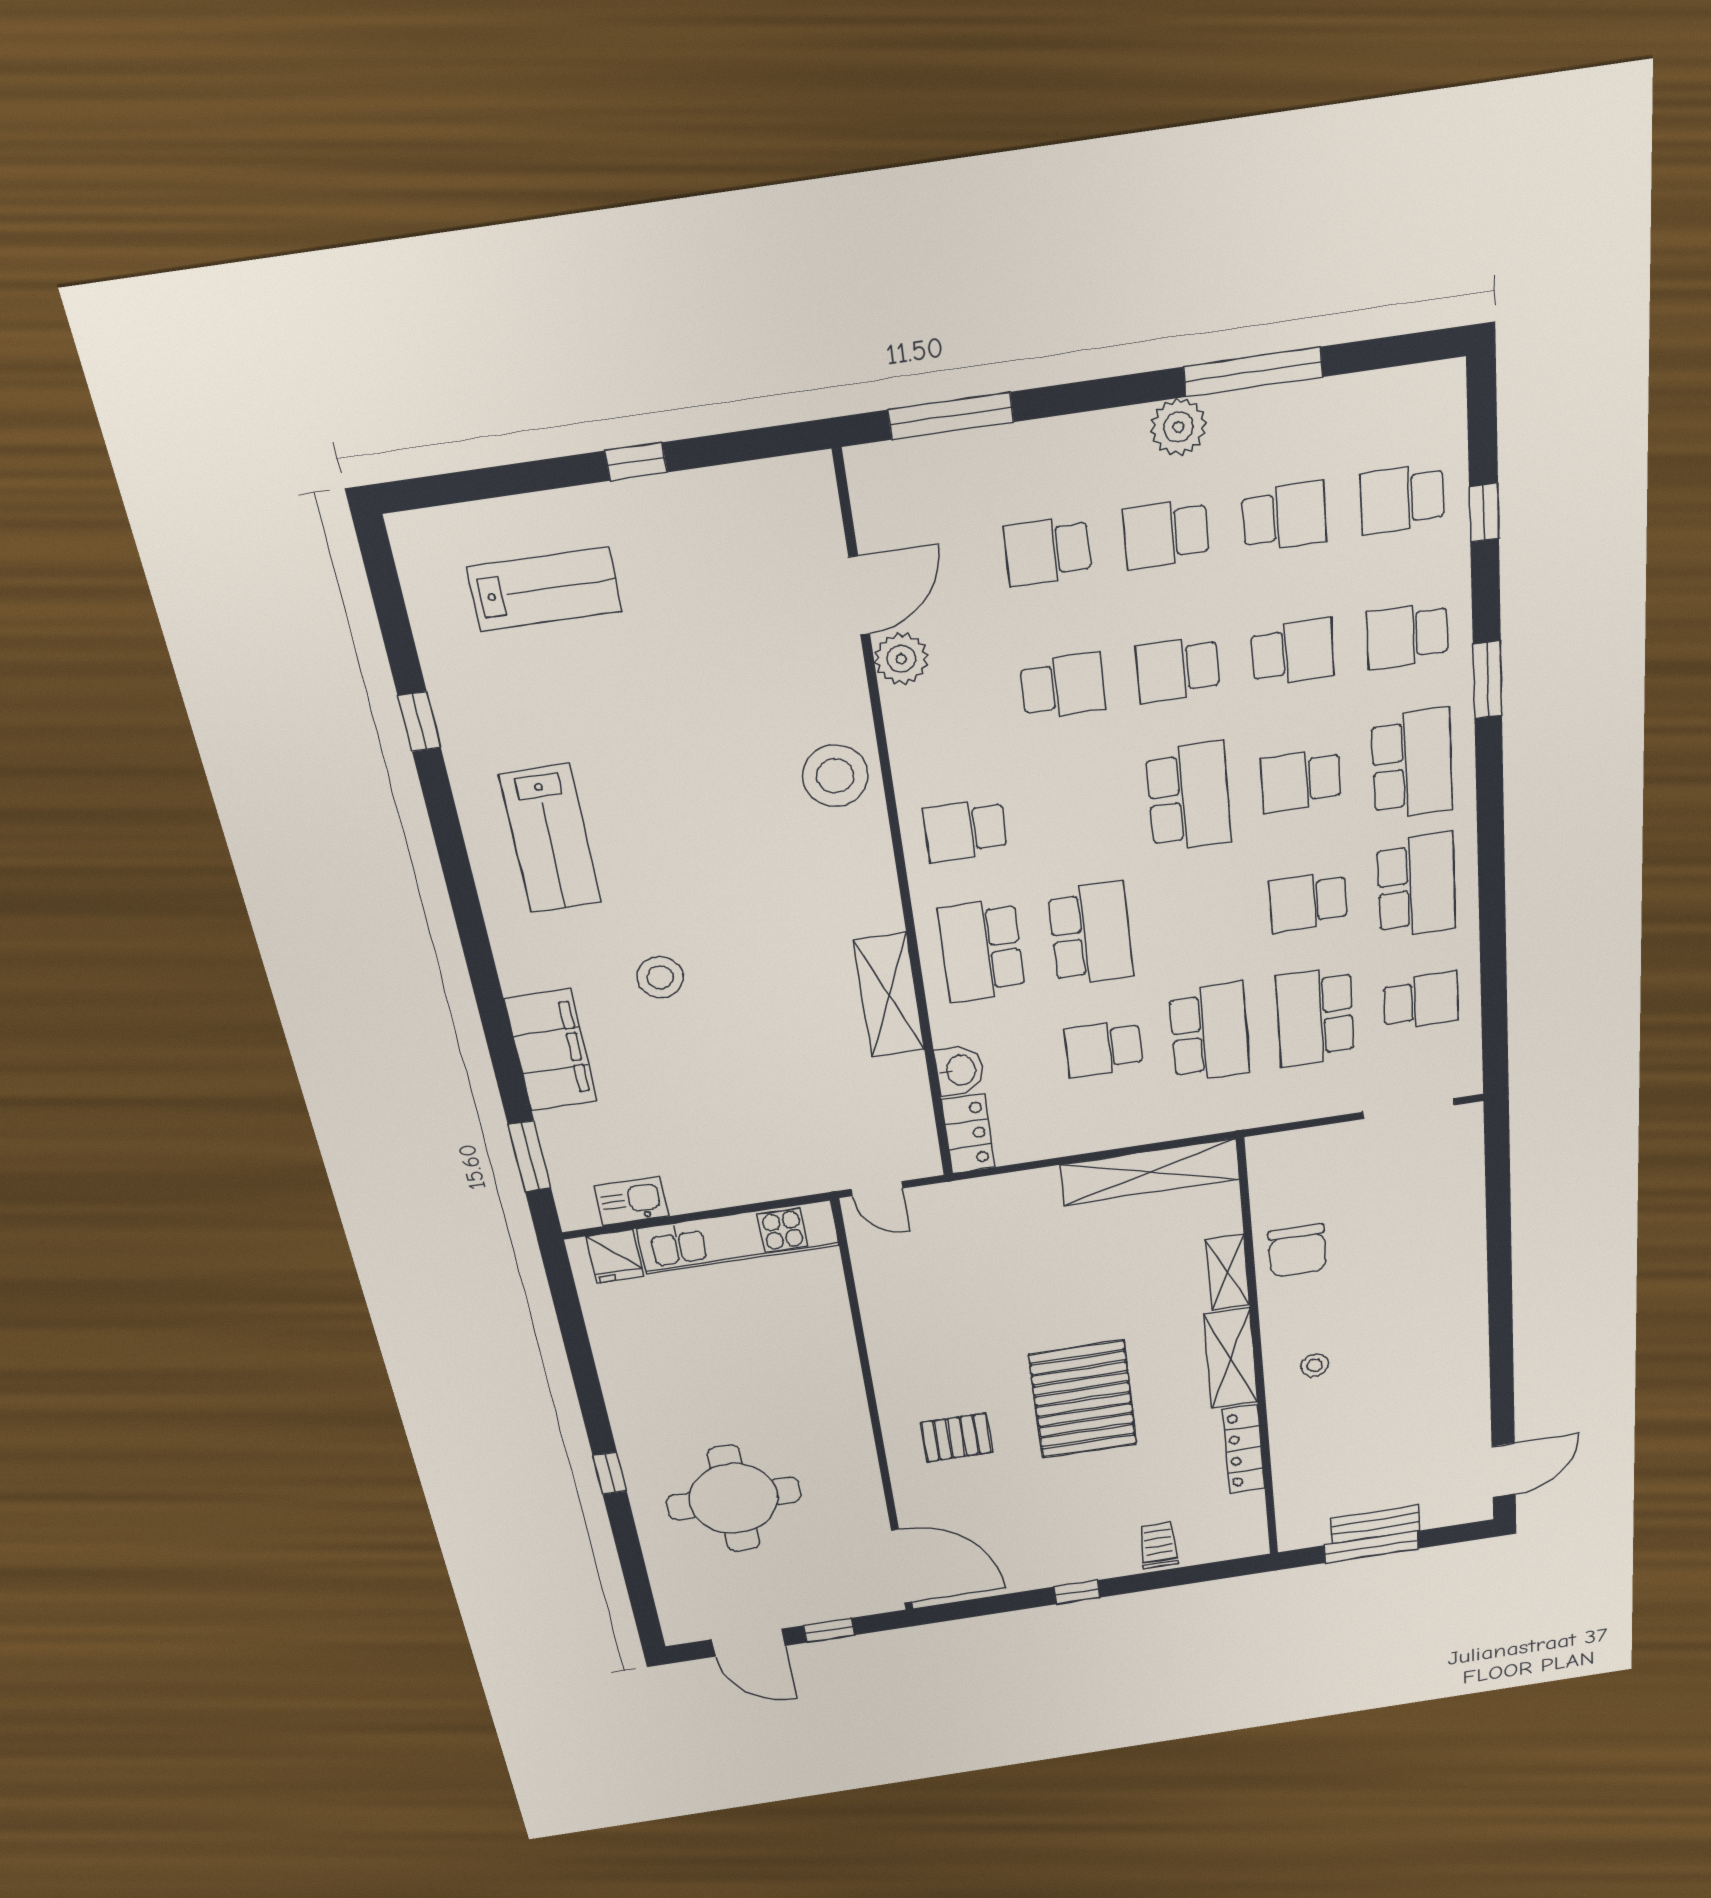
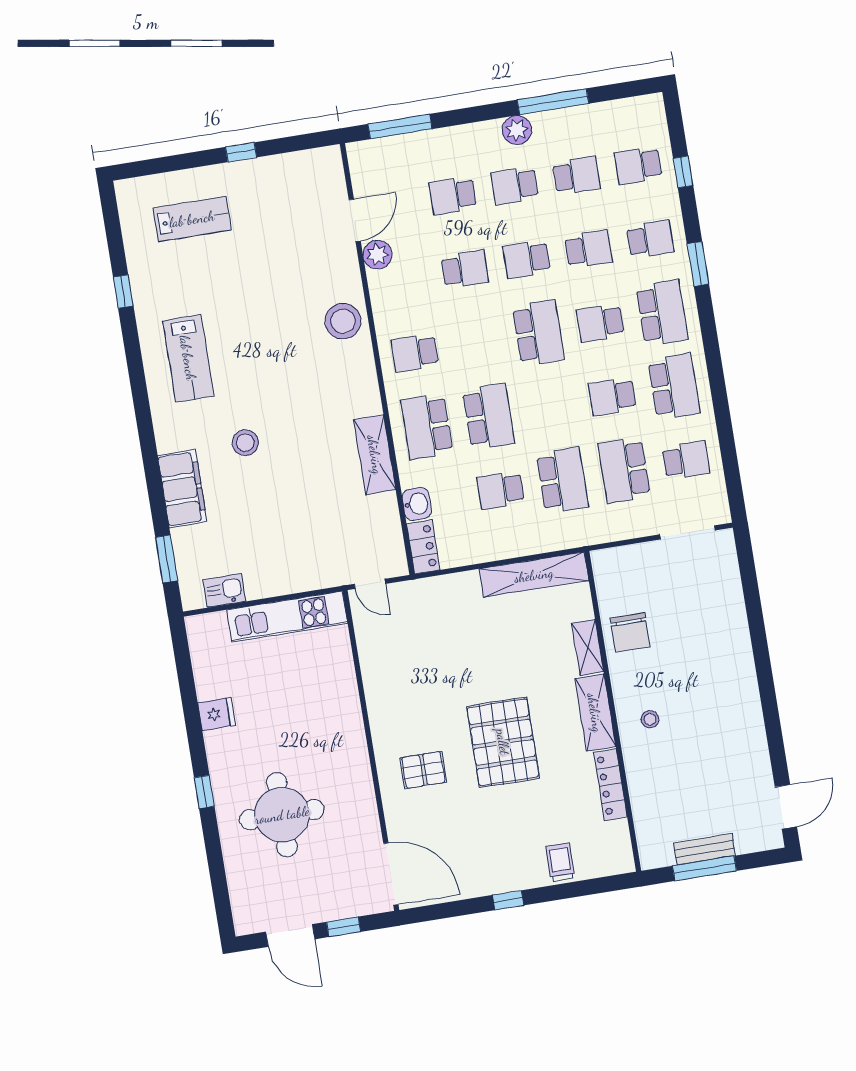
school desk: (1407, 635) -> (650, 239), turned 180
fridge: (615, 1256) -> (217, 714), moved, turned -90

